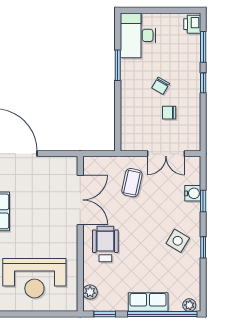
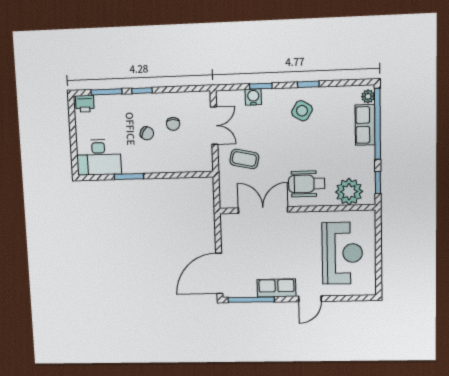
plant: (90, 292) -> (349, 192), width x1.87, depth x1.87
row of seats: (148, 302) -> (365, 125), moved

